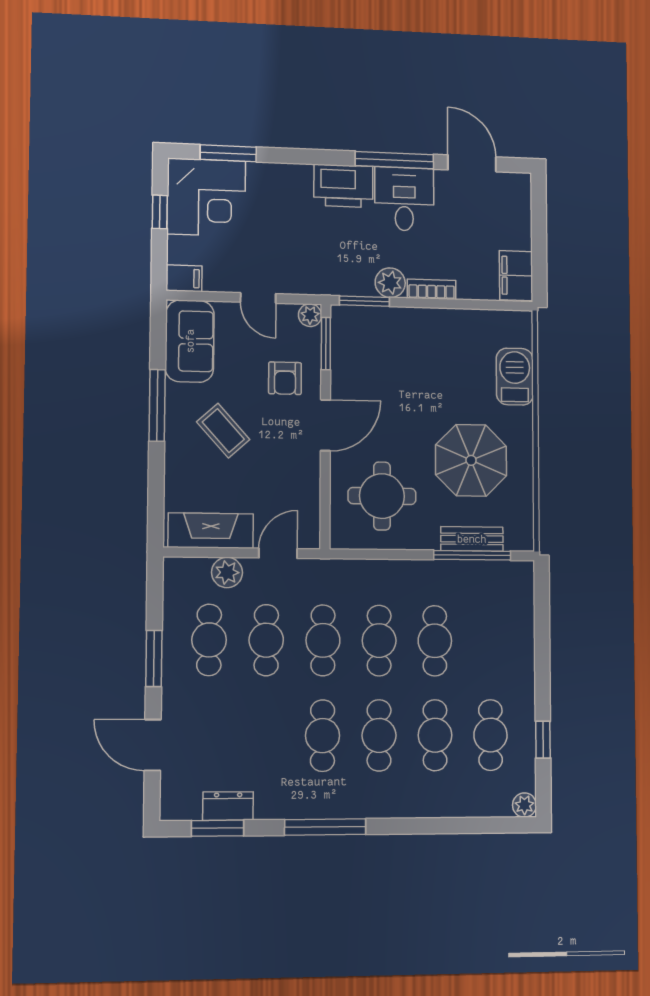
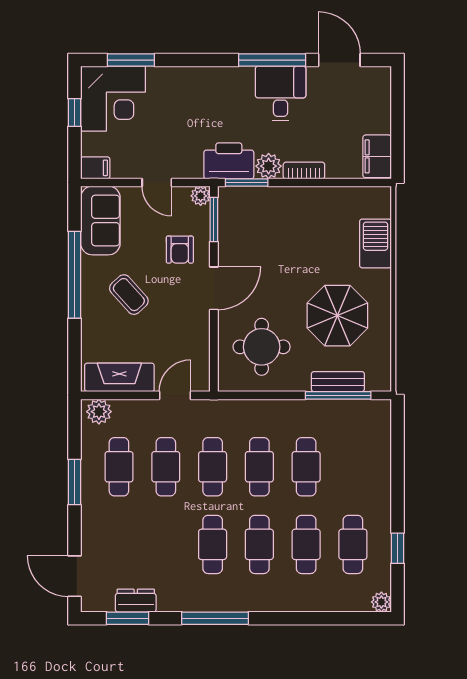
printer: (343, 186) -> (229, 161), moved, turned 180
window: (157, 405) -> (74, 275), width x1.46
plant: (227, 572) -> (99, 412), moved
door: (153, 745) -> (74, 576), moved

